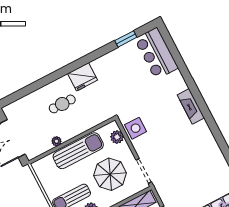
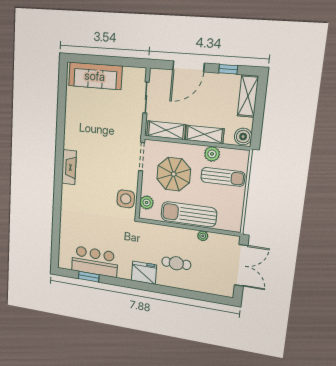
bar counter: (156, 53) -> (95, 262), moved, turned -90
fireplace: (191, 106) -> (69, 167), moved

